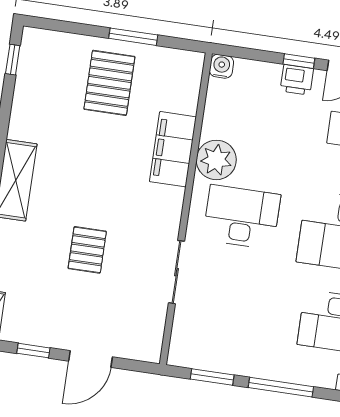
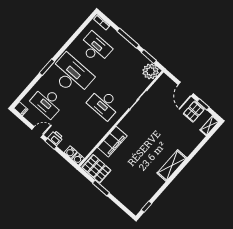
water cooler: (246, 70) -> (70, 152), added
pallet: (109, 83) -> (96, 169), moved, turned 90
plant: (216, 160) -> (151, 71), moved
pallet: (87, 250) -> (194, 112), moved
door: (91, 359) -> (186, 89), swing flipped

